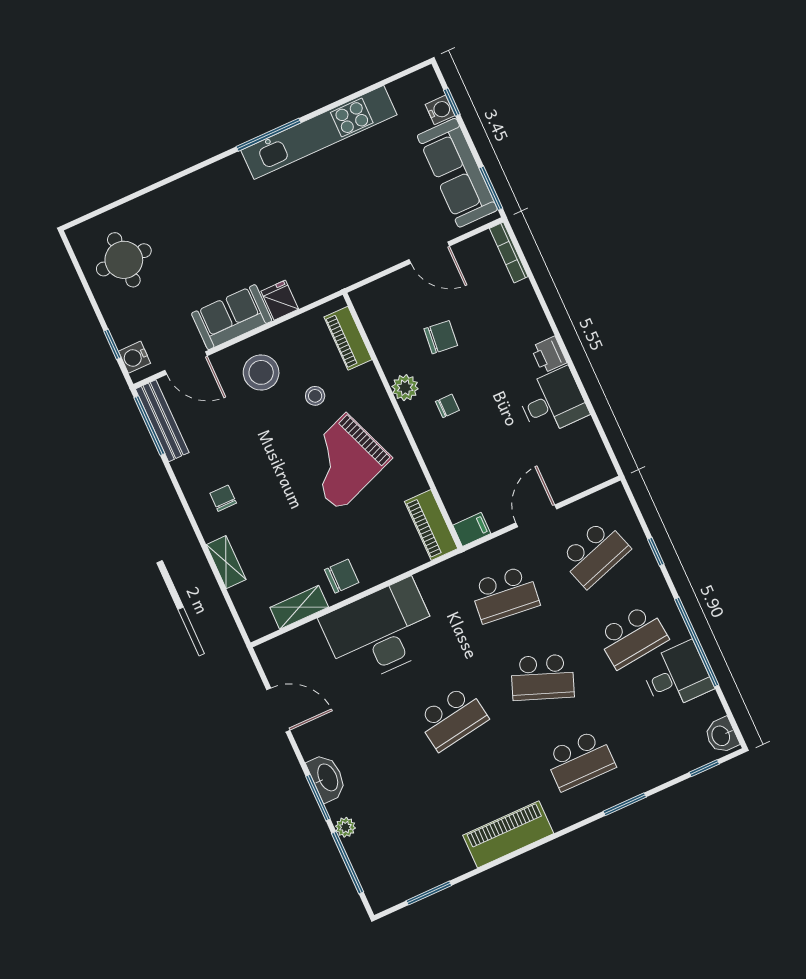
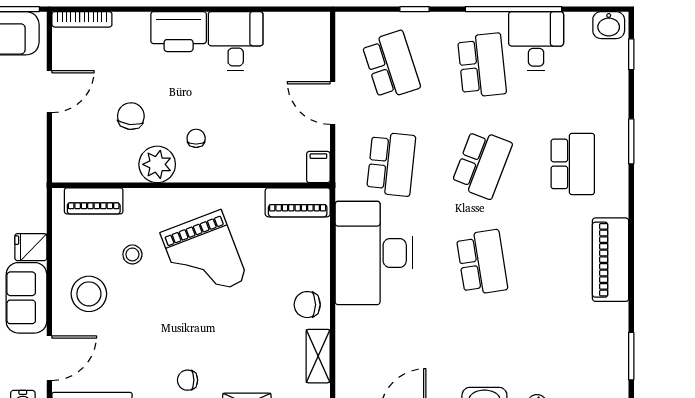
printer: (549, 355) -> (179, 32), width x1.87, depth x1.48
plant: (405, 388) -> (157, 164), width x1.36, depth x1.36
chair: (342, 576) -> (307, 305), turned -90
desk: (380, 632) -> (374, 253), moved

